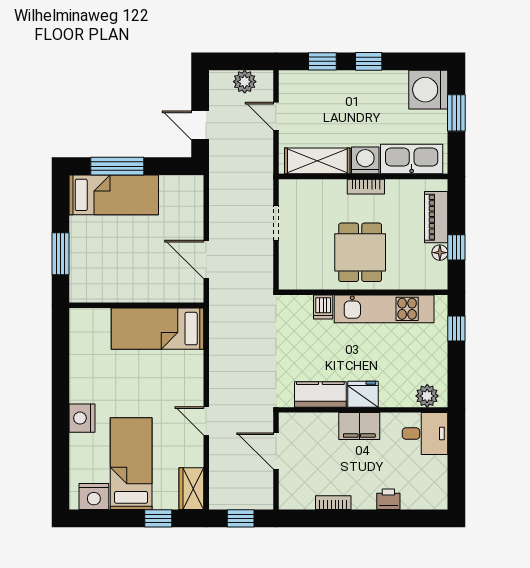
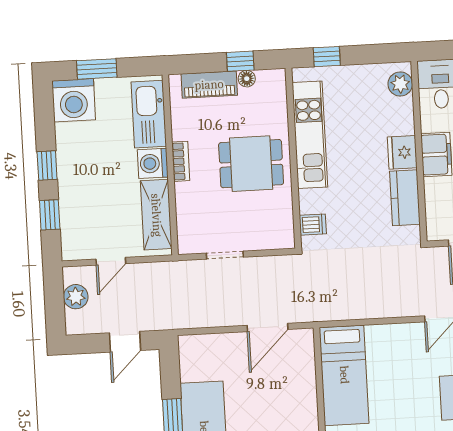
dishwasher: (323, 307) -> (313, 225), moved

